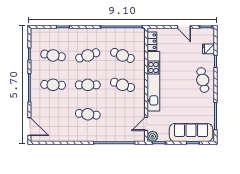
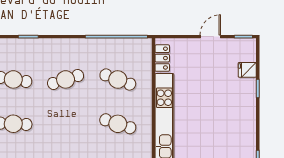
door: (184, 27) -> (210, 37), swing flipped
cafe table: (203, 80) -> (239, 116), removed
cafe table: (88, 85) -> (66, 124), removed

